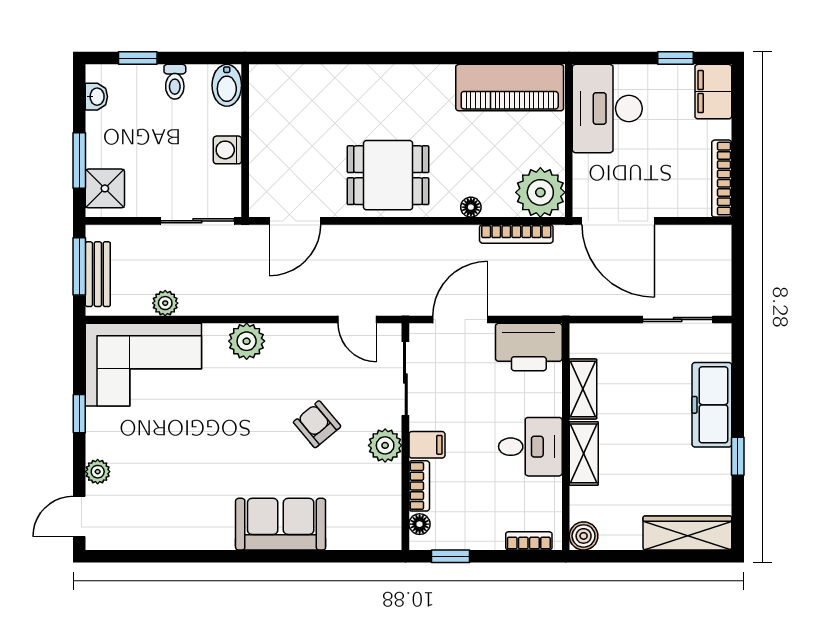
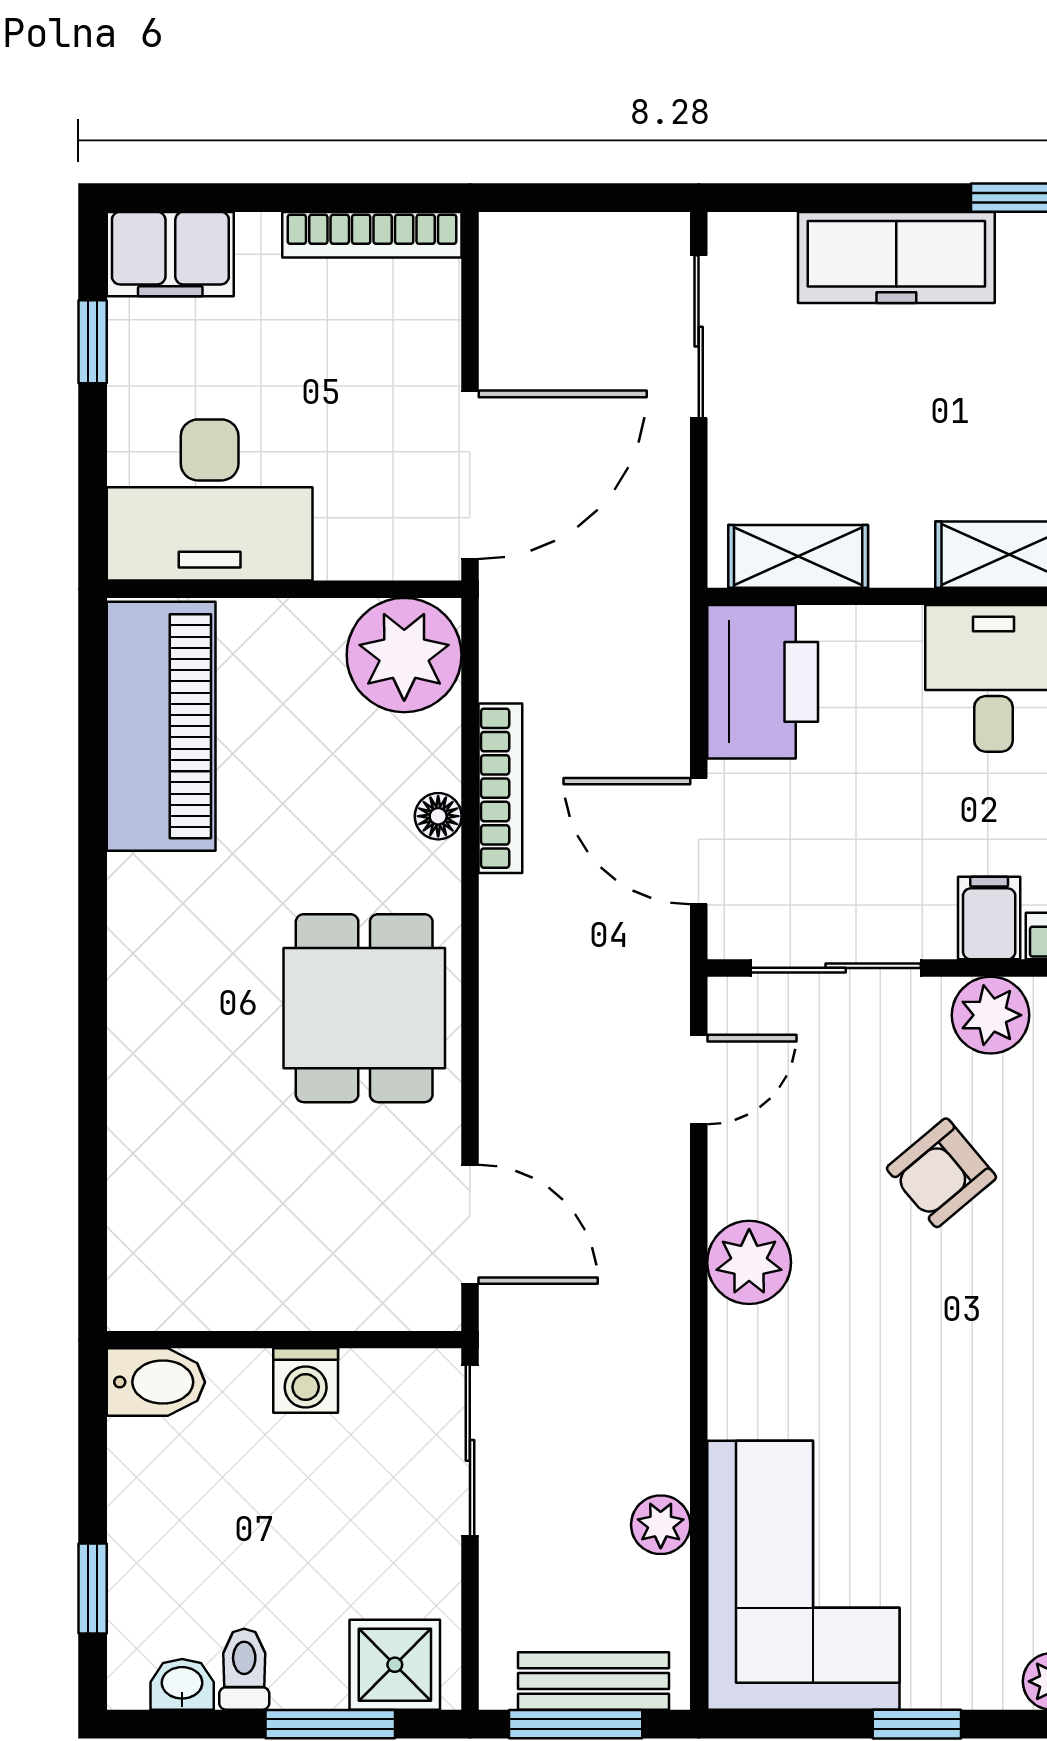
toilet: (175, 82) -> (244, 1669), moved, turned -90
bookcase: (516, 234) -> (500, 788), moved
plant: (247, 341) -> (749, 1262), moved
shelving: (583, 389) -> (798, 556), moved

